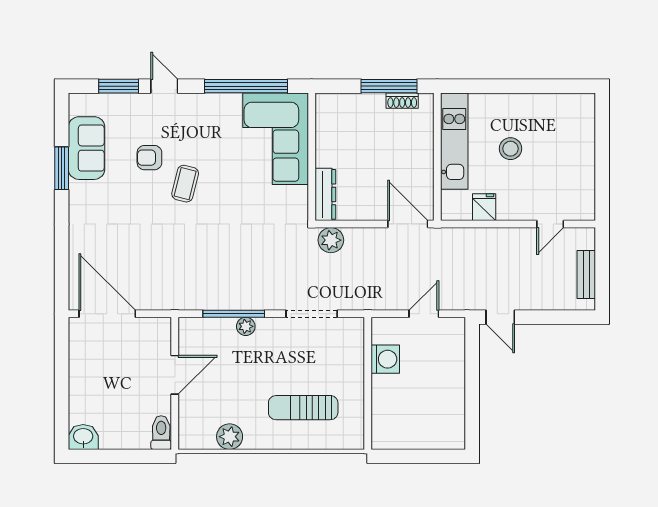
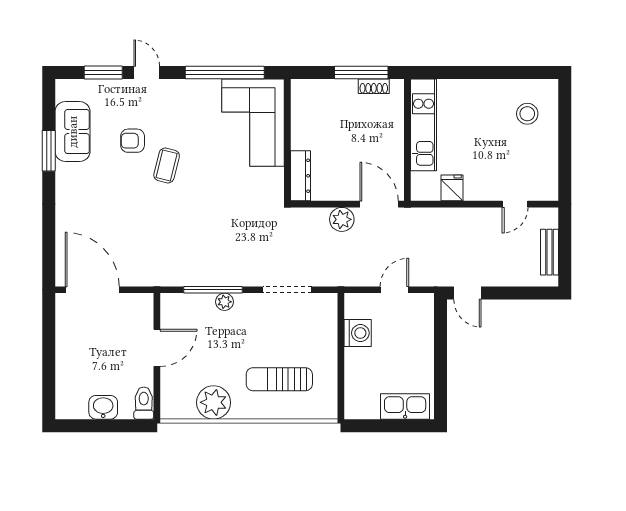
stool: (510, 149) -> (527, 114), moved
plant: (331, 240) -> (342, 219), moved
kitchen sink: (435, 436) -> (405, 406), added
washbasin: (83, 437) -> (103, 407), moved
plant: (230, 437) -> (214, 402), width x1.36, depth x1.36

